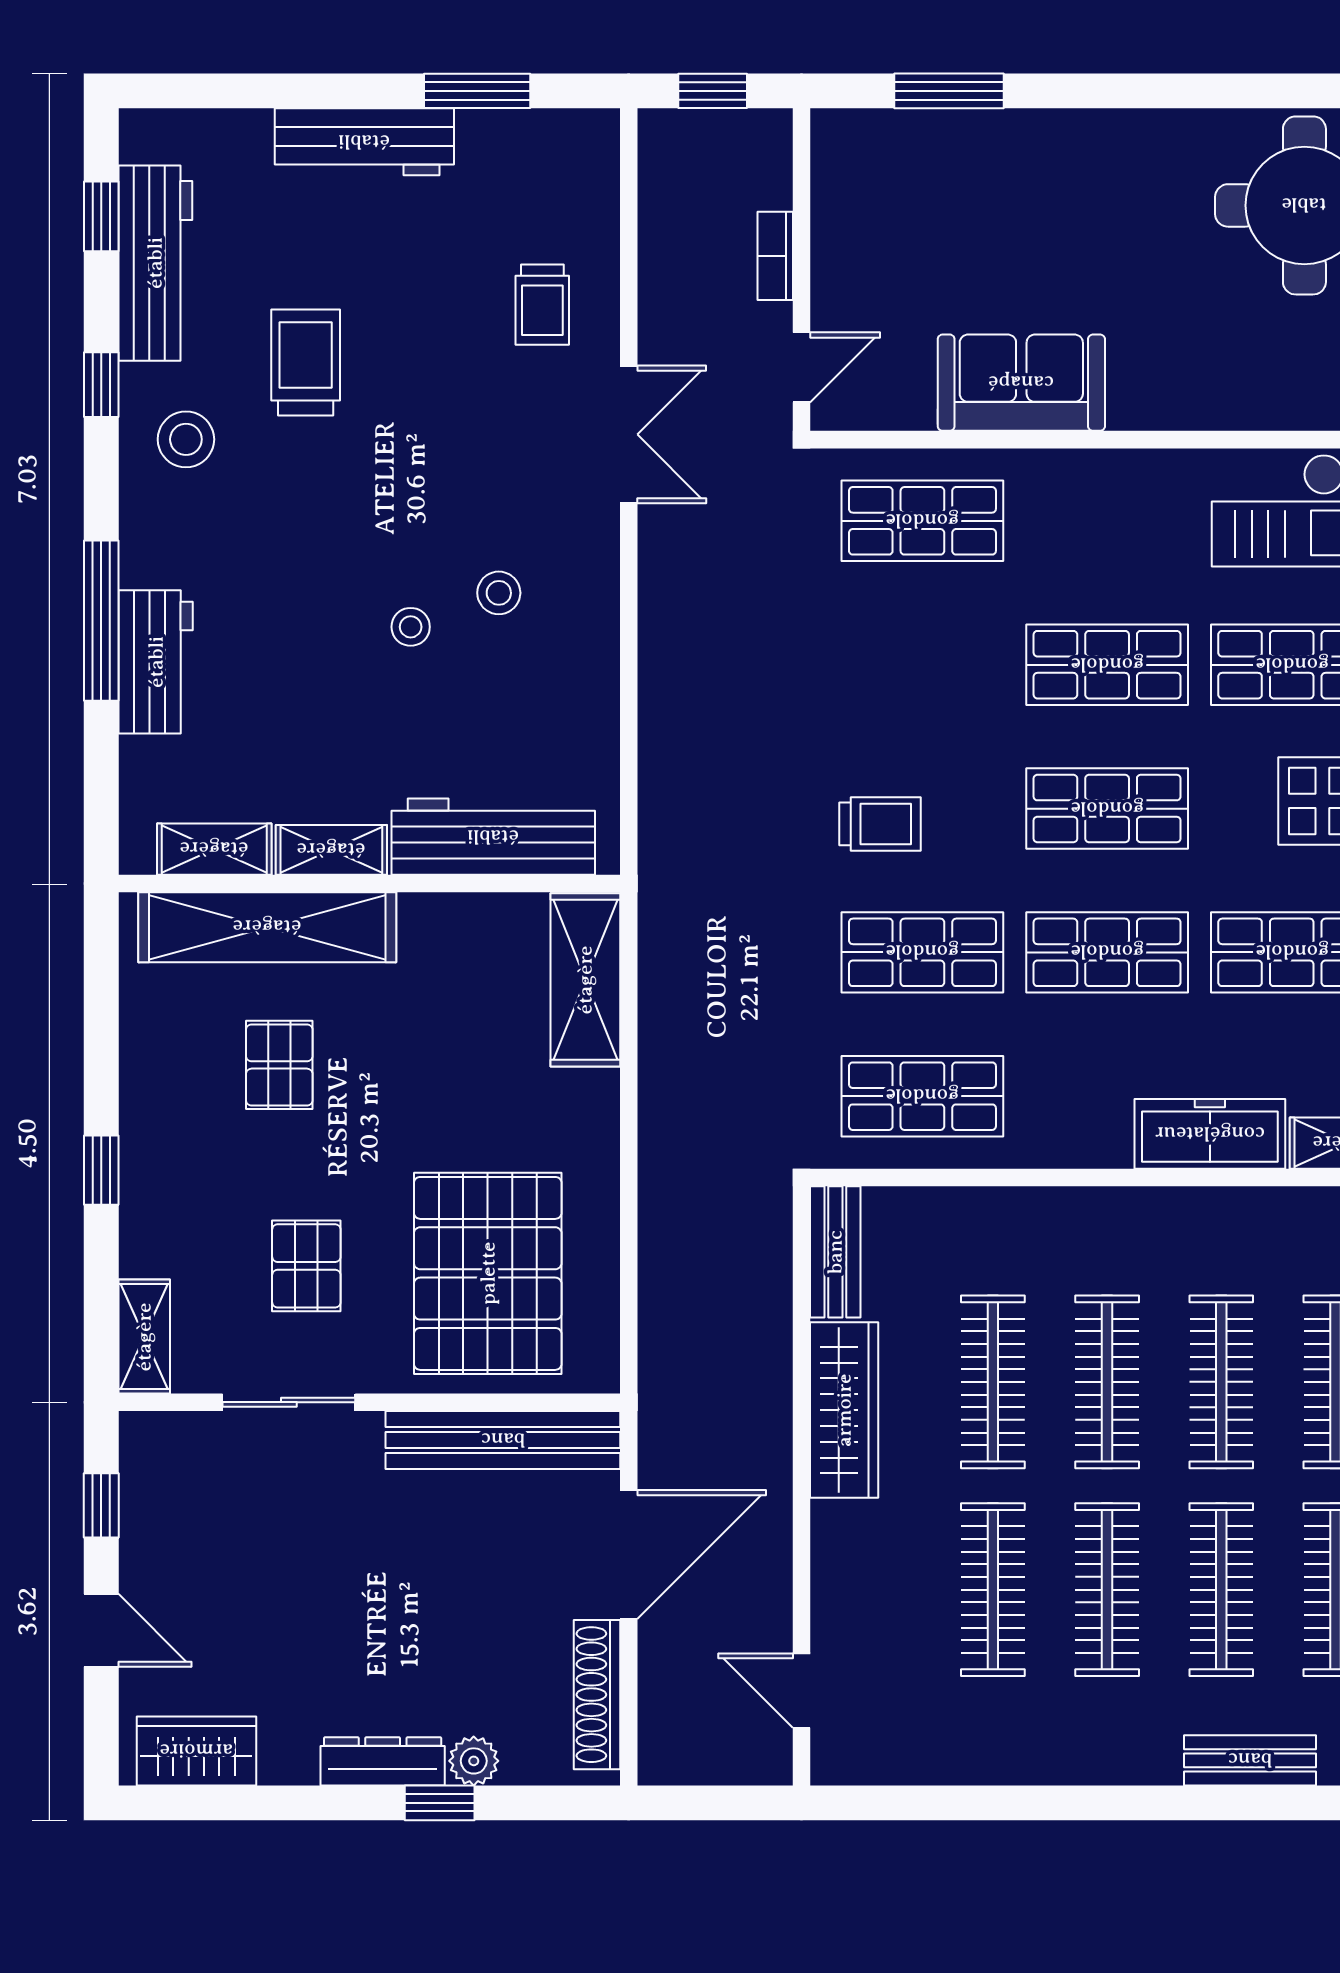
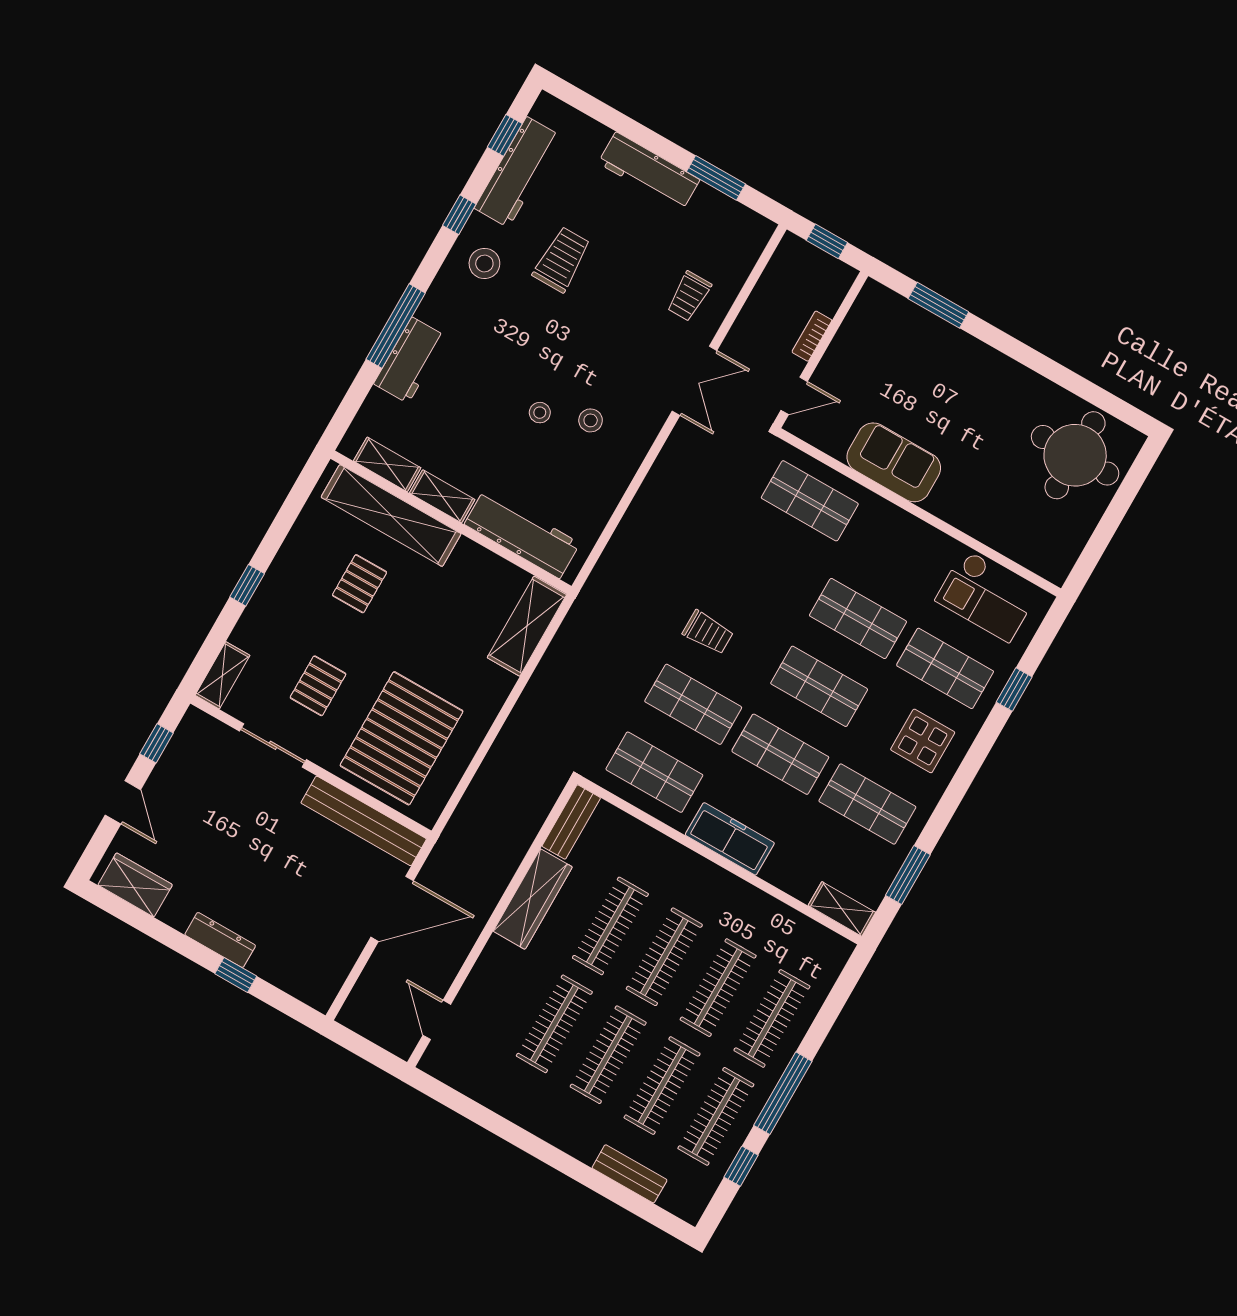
freezer: (1210, 1134) -> (730, 839), moved
shoe rack: (597, 1695) -> (339, 966), removed
plant: (474, 1761) -> (263, 964), removed

